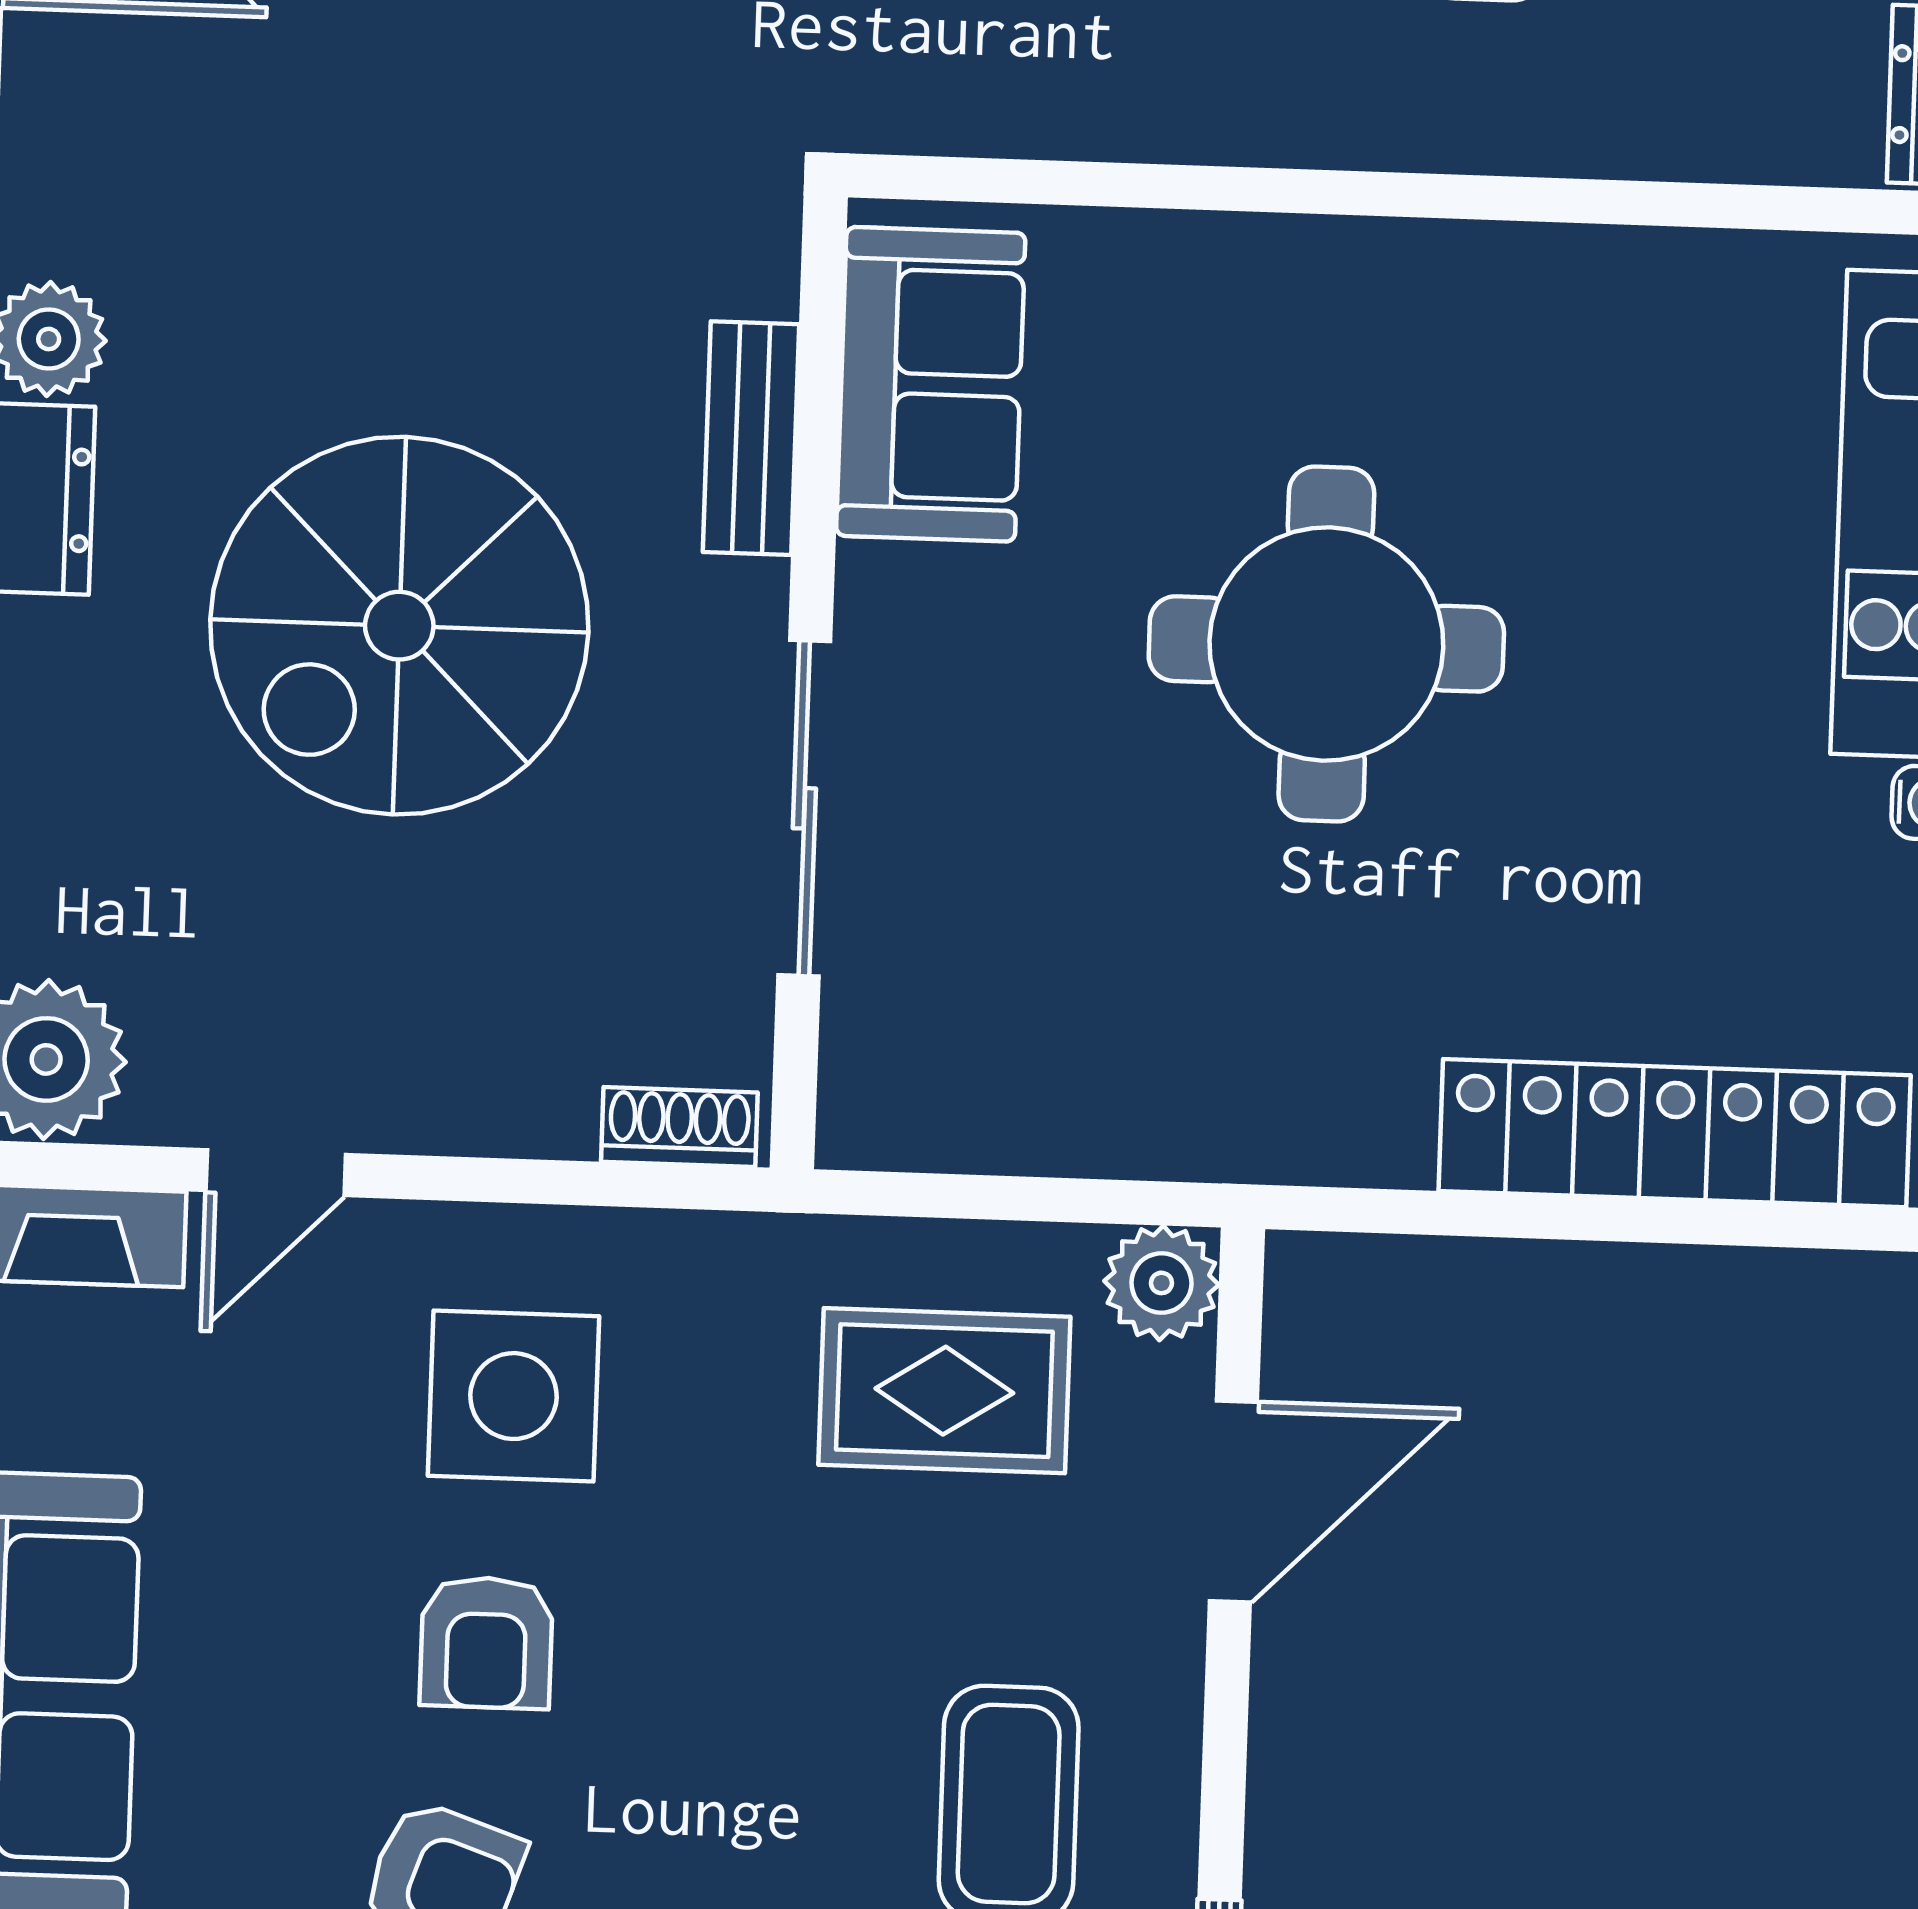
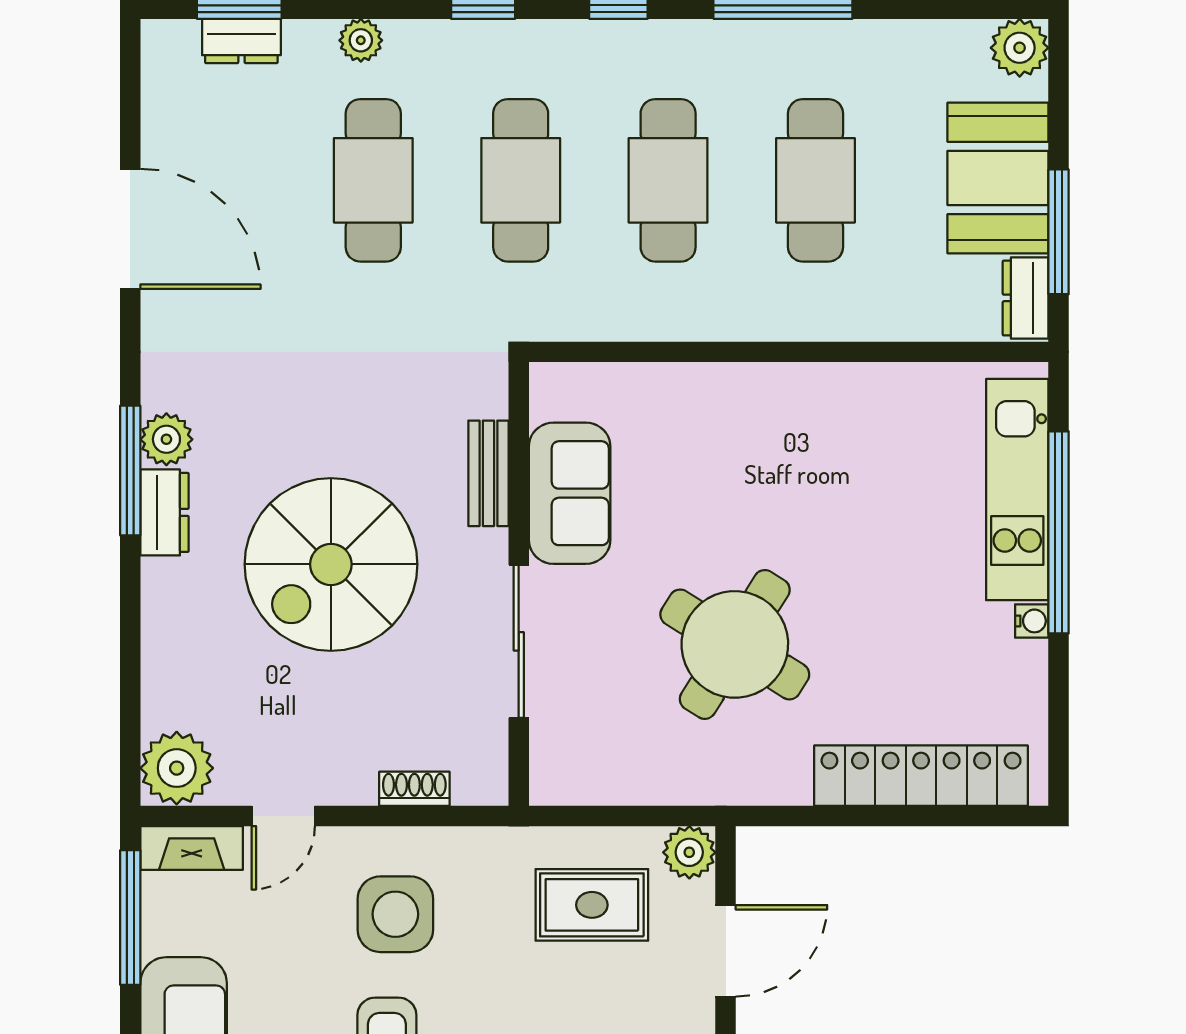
sofa: (931, 384) -> (570, 493), moved
round table: (1326, 644) -> (735, 644), moved, turned 32
shoe rack: (679, 1127) -> (414, 789), moved

